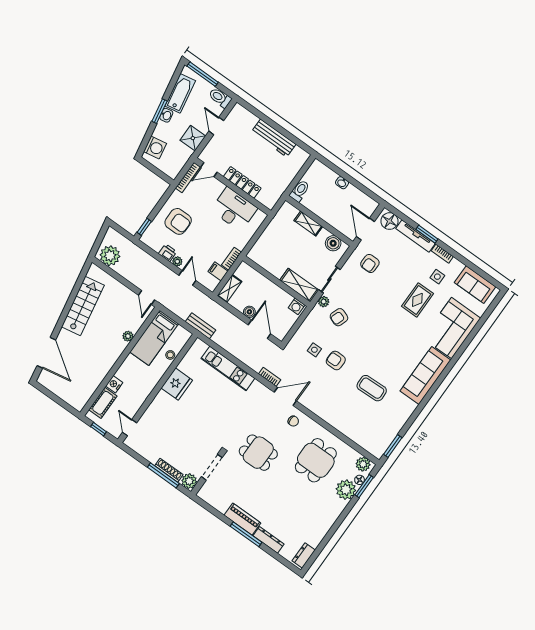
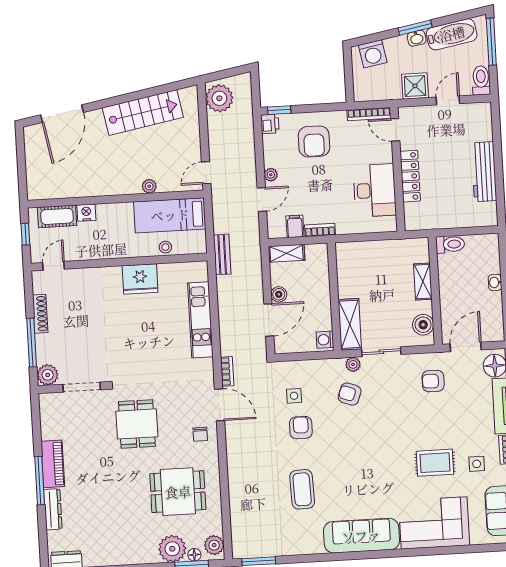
printer: (168, 253) -> (270, 124), moved
shoe rack: (169, 470) -> (40, 314), moved

